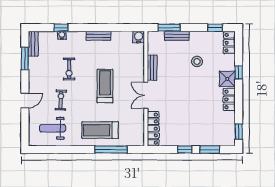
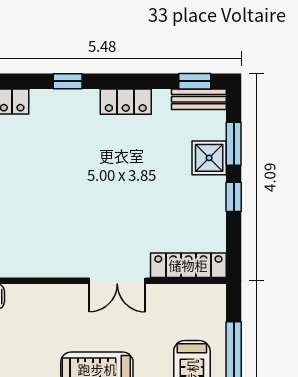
stool: (197, 61) -> (44, 171), removed
bench: (152, 68) -> (199, 99), moved
shower: (227, 79) -> (209, 158), moved

